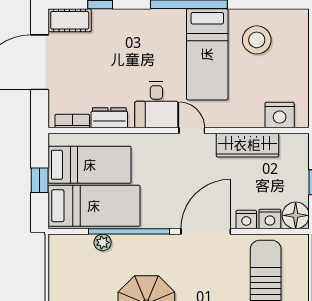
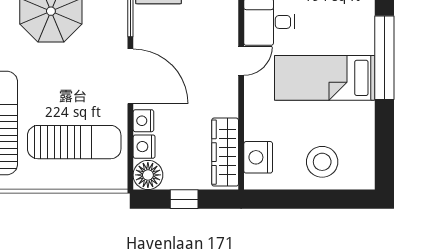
stool: (257, 40) -> (322, 162), moved
wardrobe: (247, 145) -> (225, 152), moved

